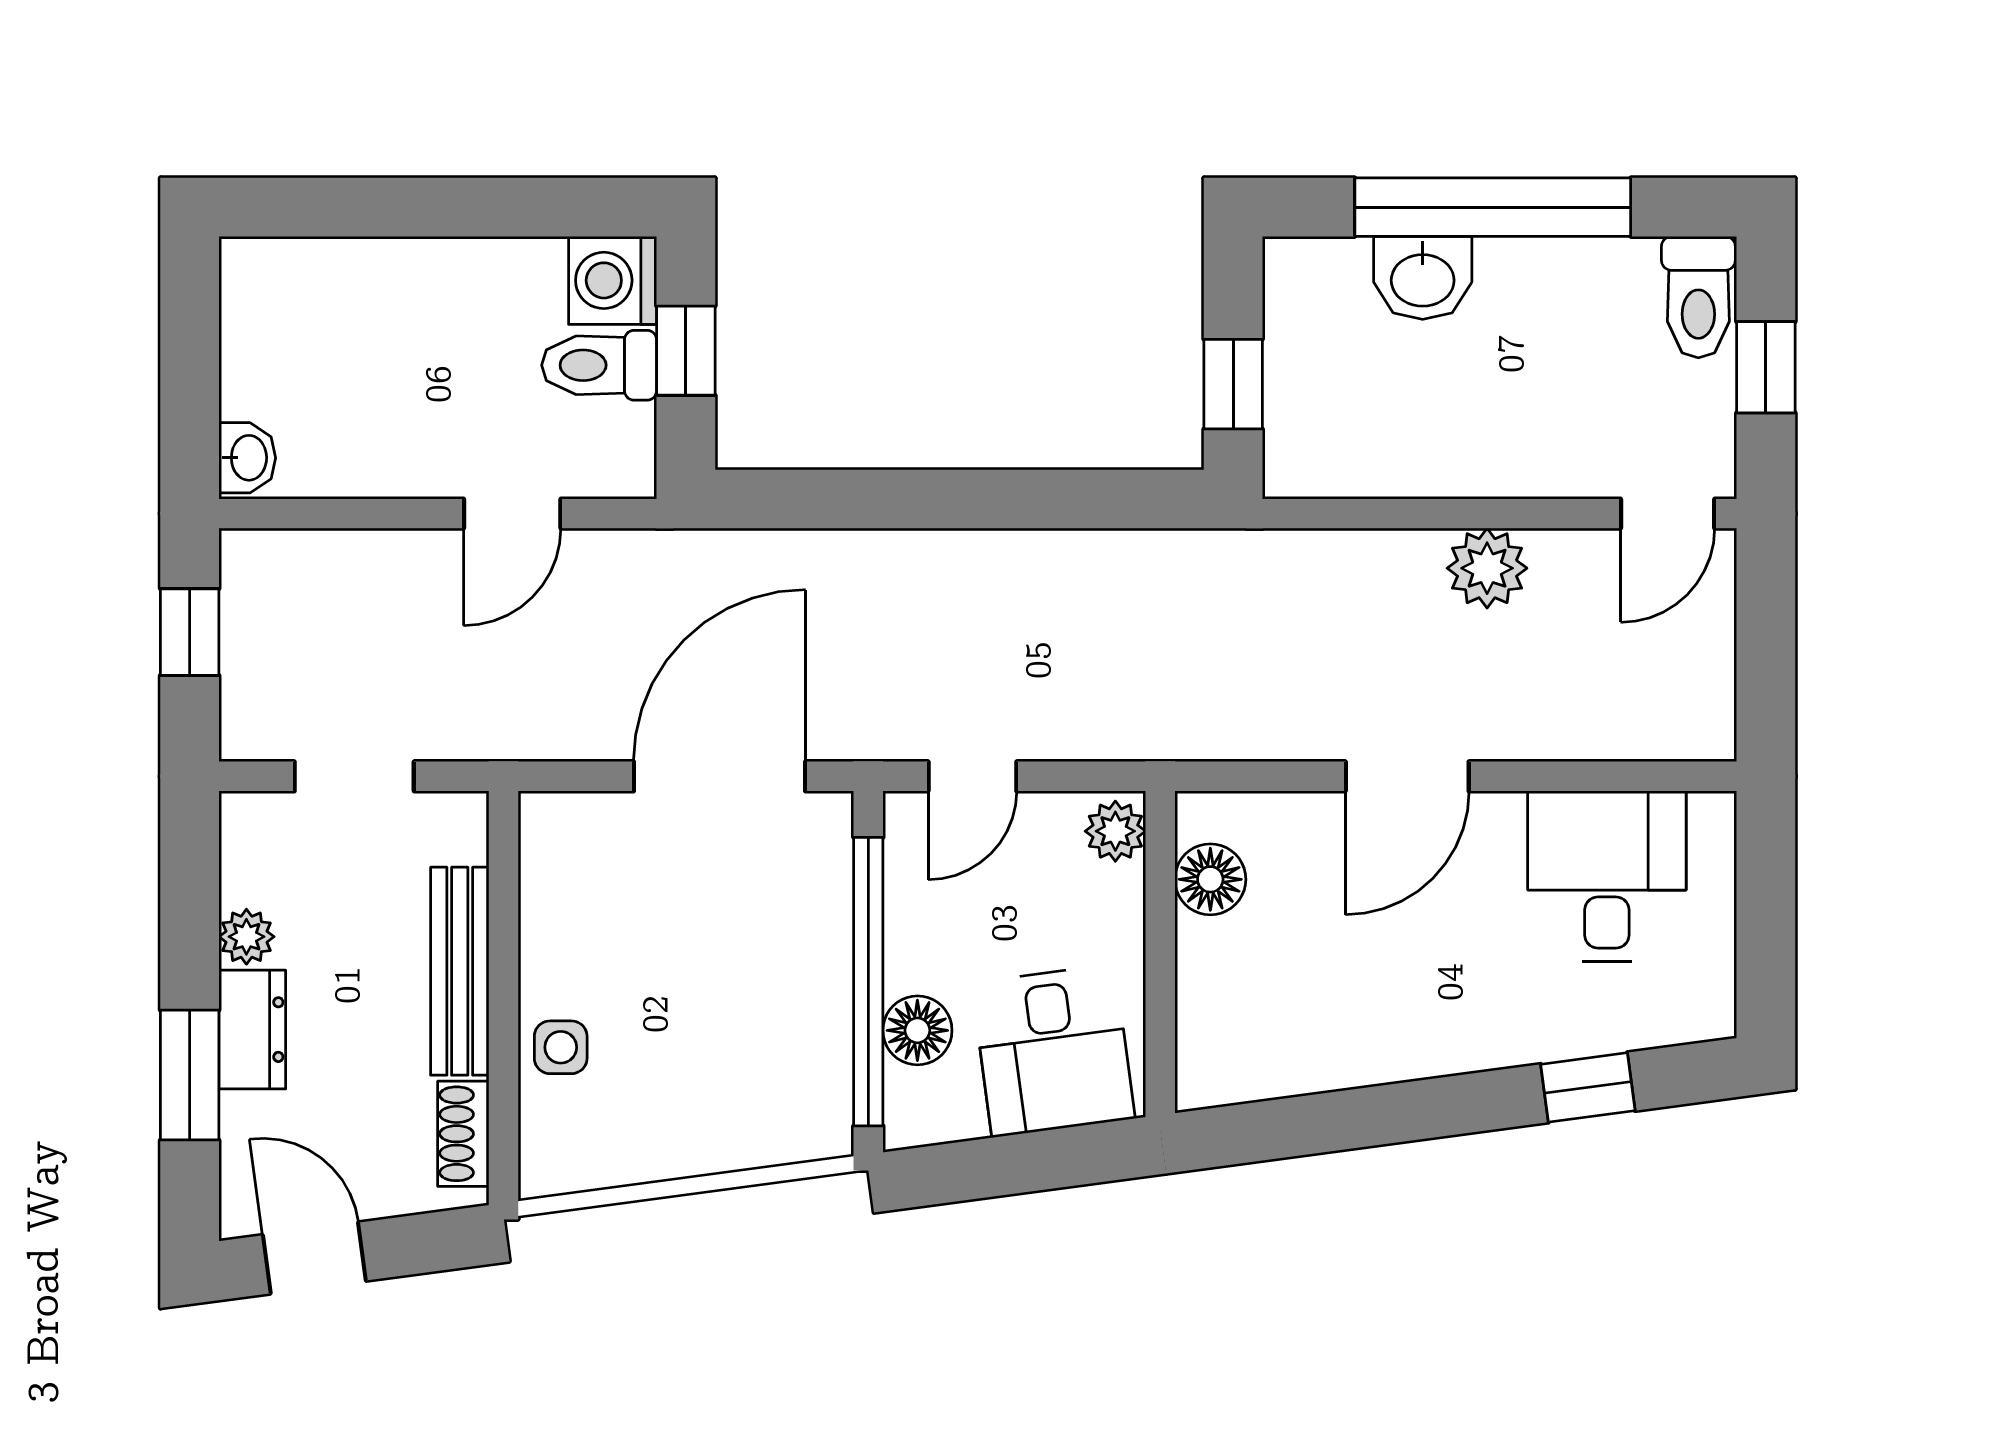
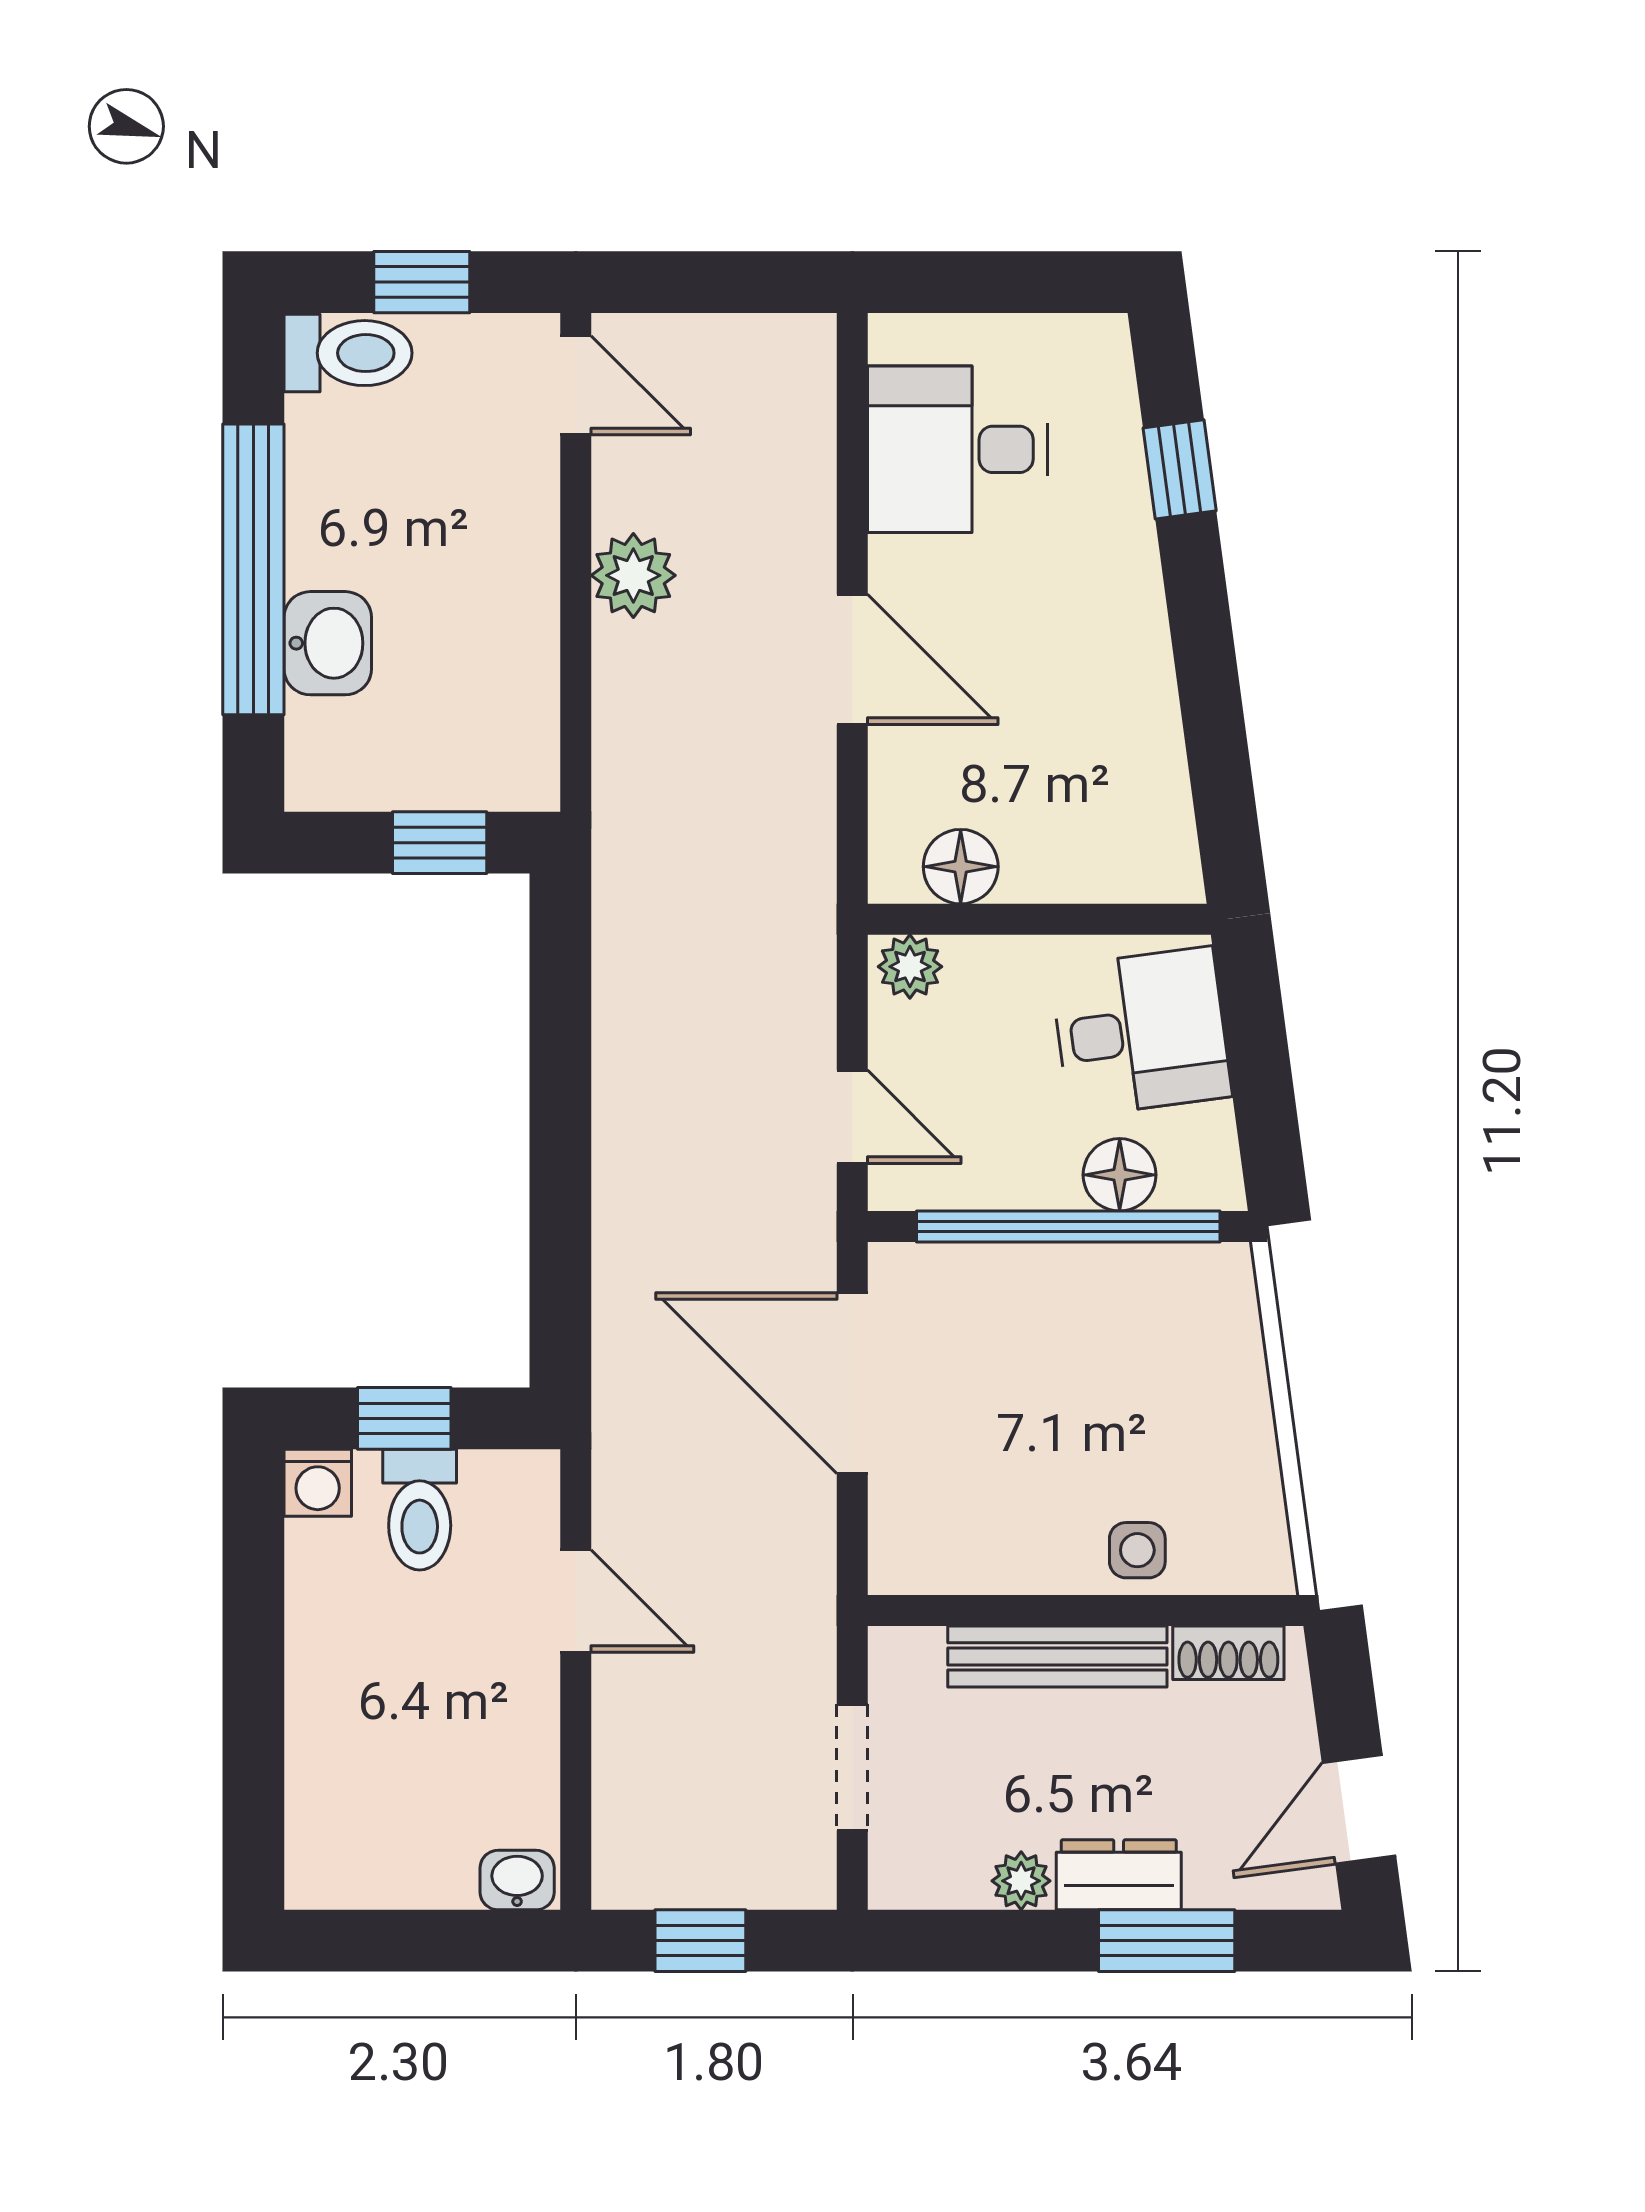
washing machine: (613, 280) -> (318, 1483), width x0.73, depth x0.73

